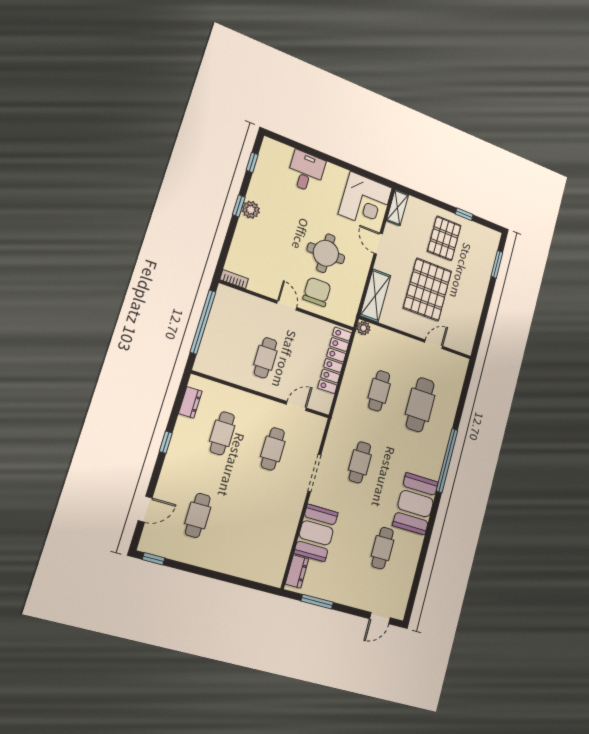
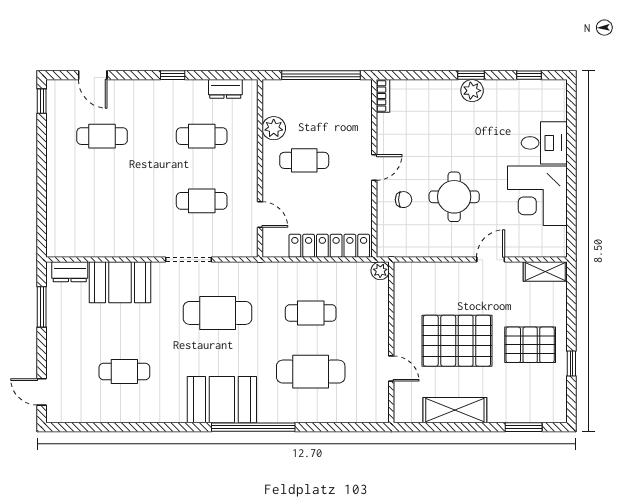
corner desk: (365, 201) -> (537, 196), moved
chair: (317, 292) -> (404, 200), width x0.54, depth x0.54
shelving: (375, 296) -> (455, 410), moved
plant: (233, 373) -> (274, 128), added
cafe table: (360, 462) -> (218, 313), width x1.37, depth x1.35
booth: (416, 504) -> (222, 400), moved

